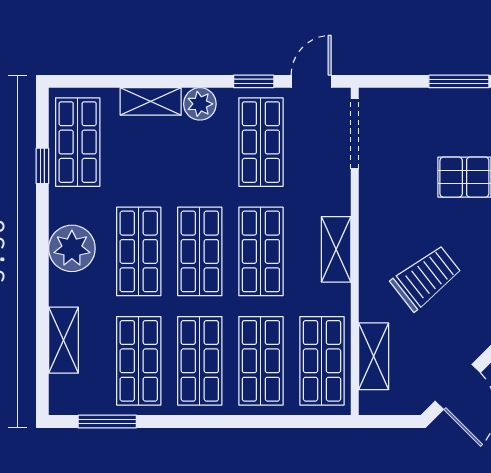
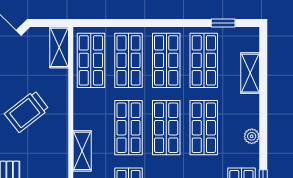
plant: (72, 248) -> (252, 136), width x0.53, depth x0.53
shelving: (336, 249) -> (82, 151), moved
shelving: (374, 356) -> (59, 47), moved
window: (107, 422) -> (223, 23), width x0.67

